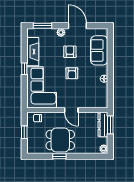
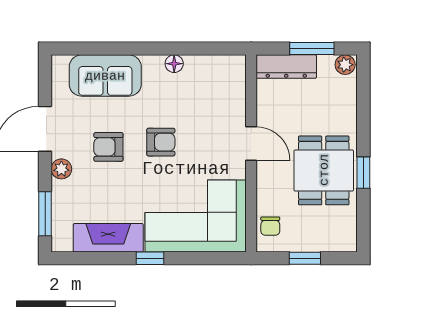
door: (71, 110) -> (251, 143), hinge flipped
window: (110, 125) -> (312, 49), moved

